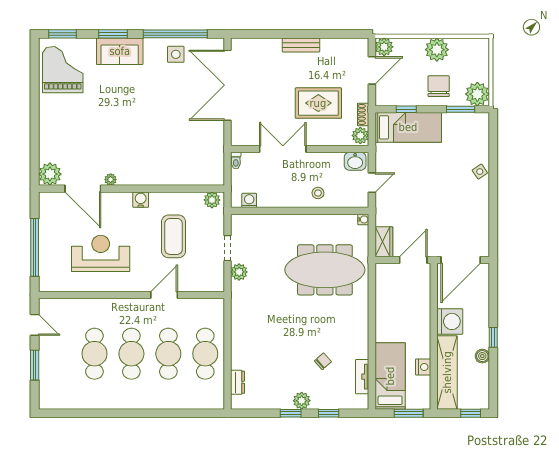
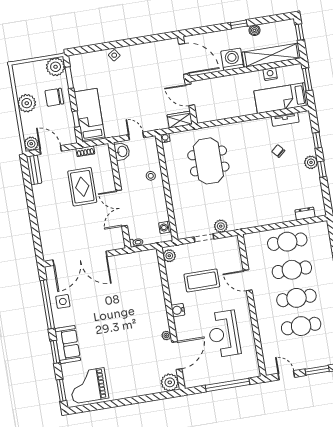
bench: (301, 45) -> (34, 170), moved
plant: (360, 136) -> (102, 151), removed
meeting table: (325, 270) -> (208, 161), width x0.73
door: (35, 325) -> (286, 375), hinge flipped

